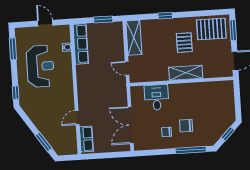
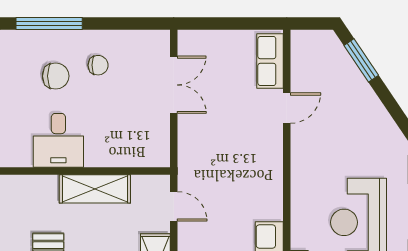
shelving: (186, 73) -> (95, 189), moved
desk: (157, 97) -> (58, 140), moved
double door: (131, 125) -> (174, 85), width x0.73

